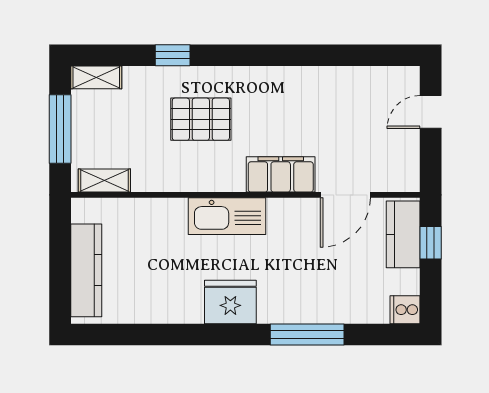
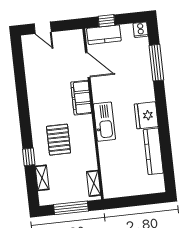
shelving: (96, 77) -> (42, 178), moved
kitchen counter: (86, 270) -> (153, 151), moved, turned -90
window: (307, 335) -> (156, 63), moved

